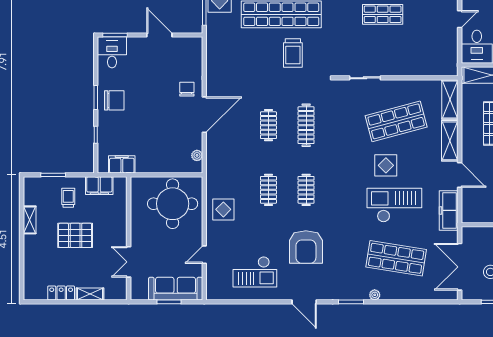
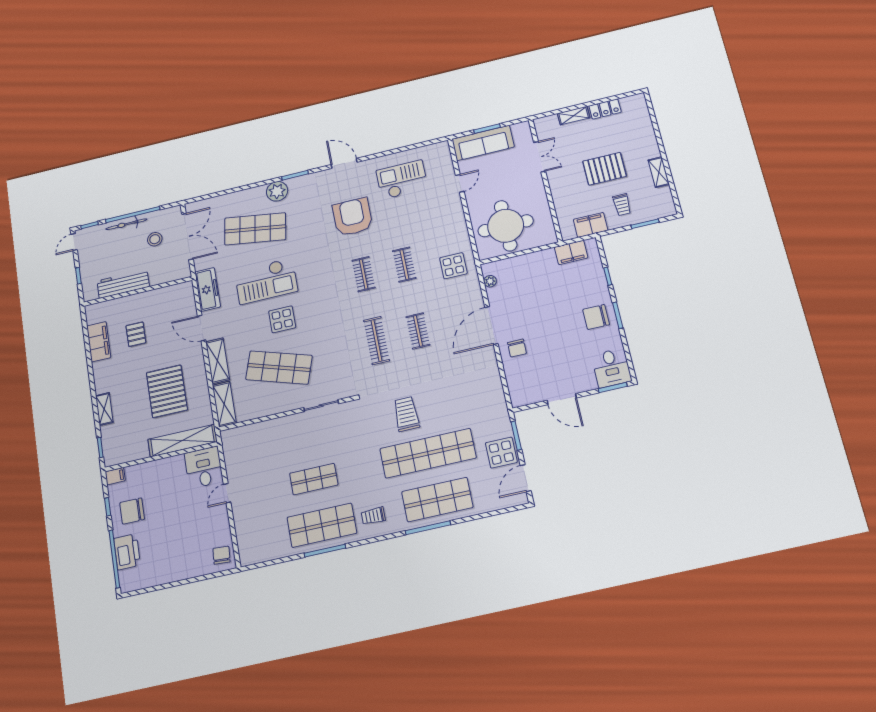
shop shelf: (396, 121) -> (279, 367), turned 33
display table: (223, 209) -> (453, 266), moved
plant: (375, 295) -> (277, 191), width x1.87, depth x1.87

